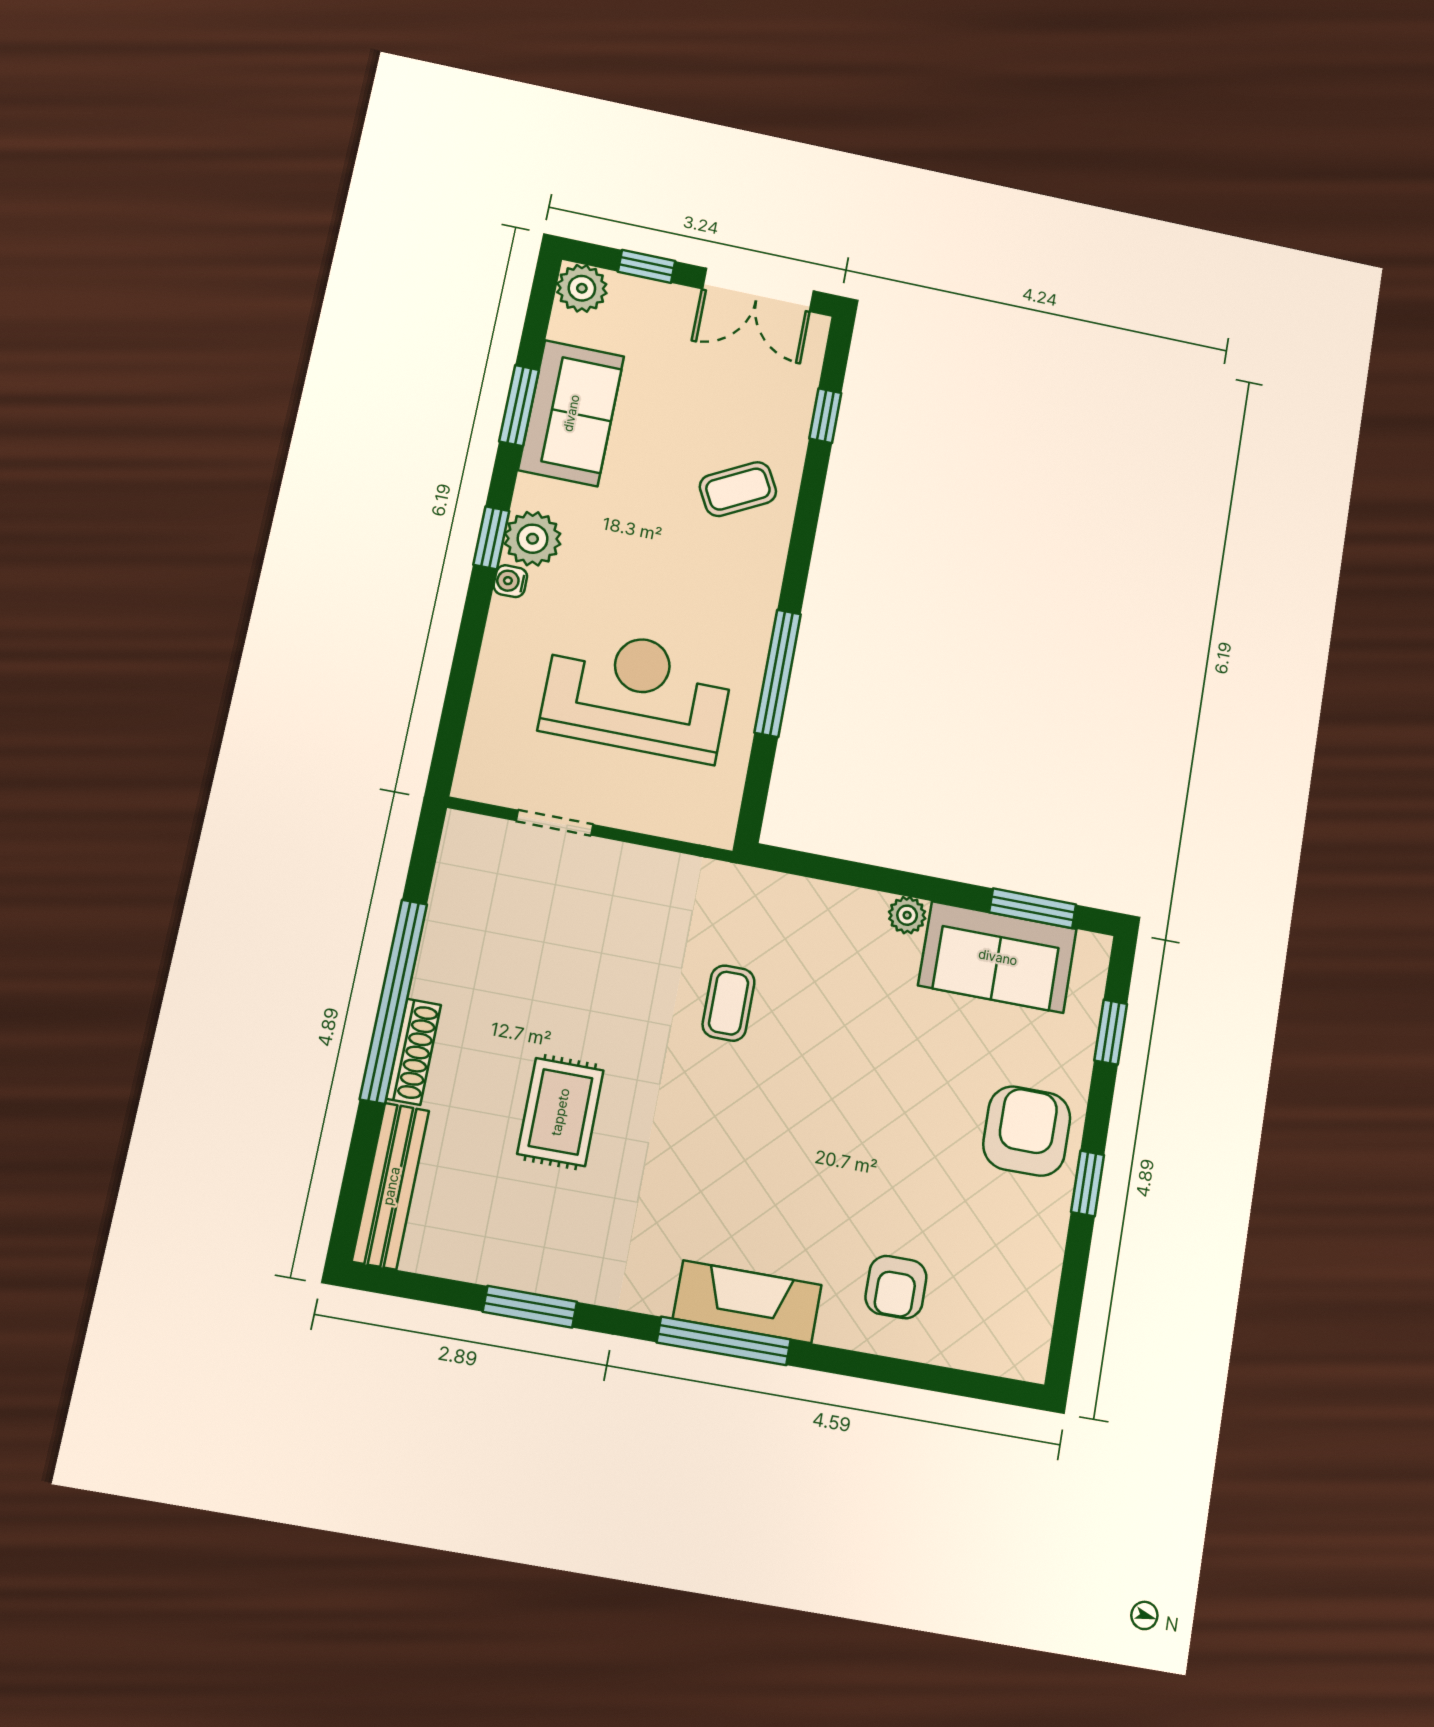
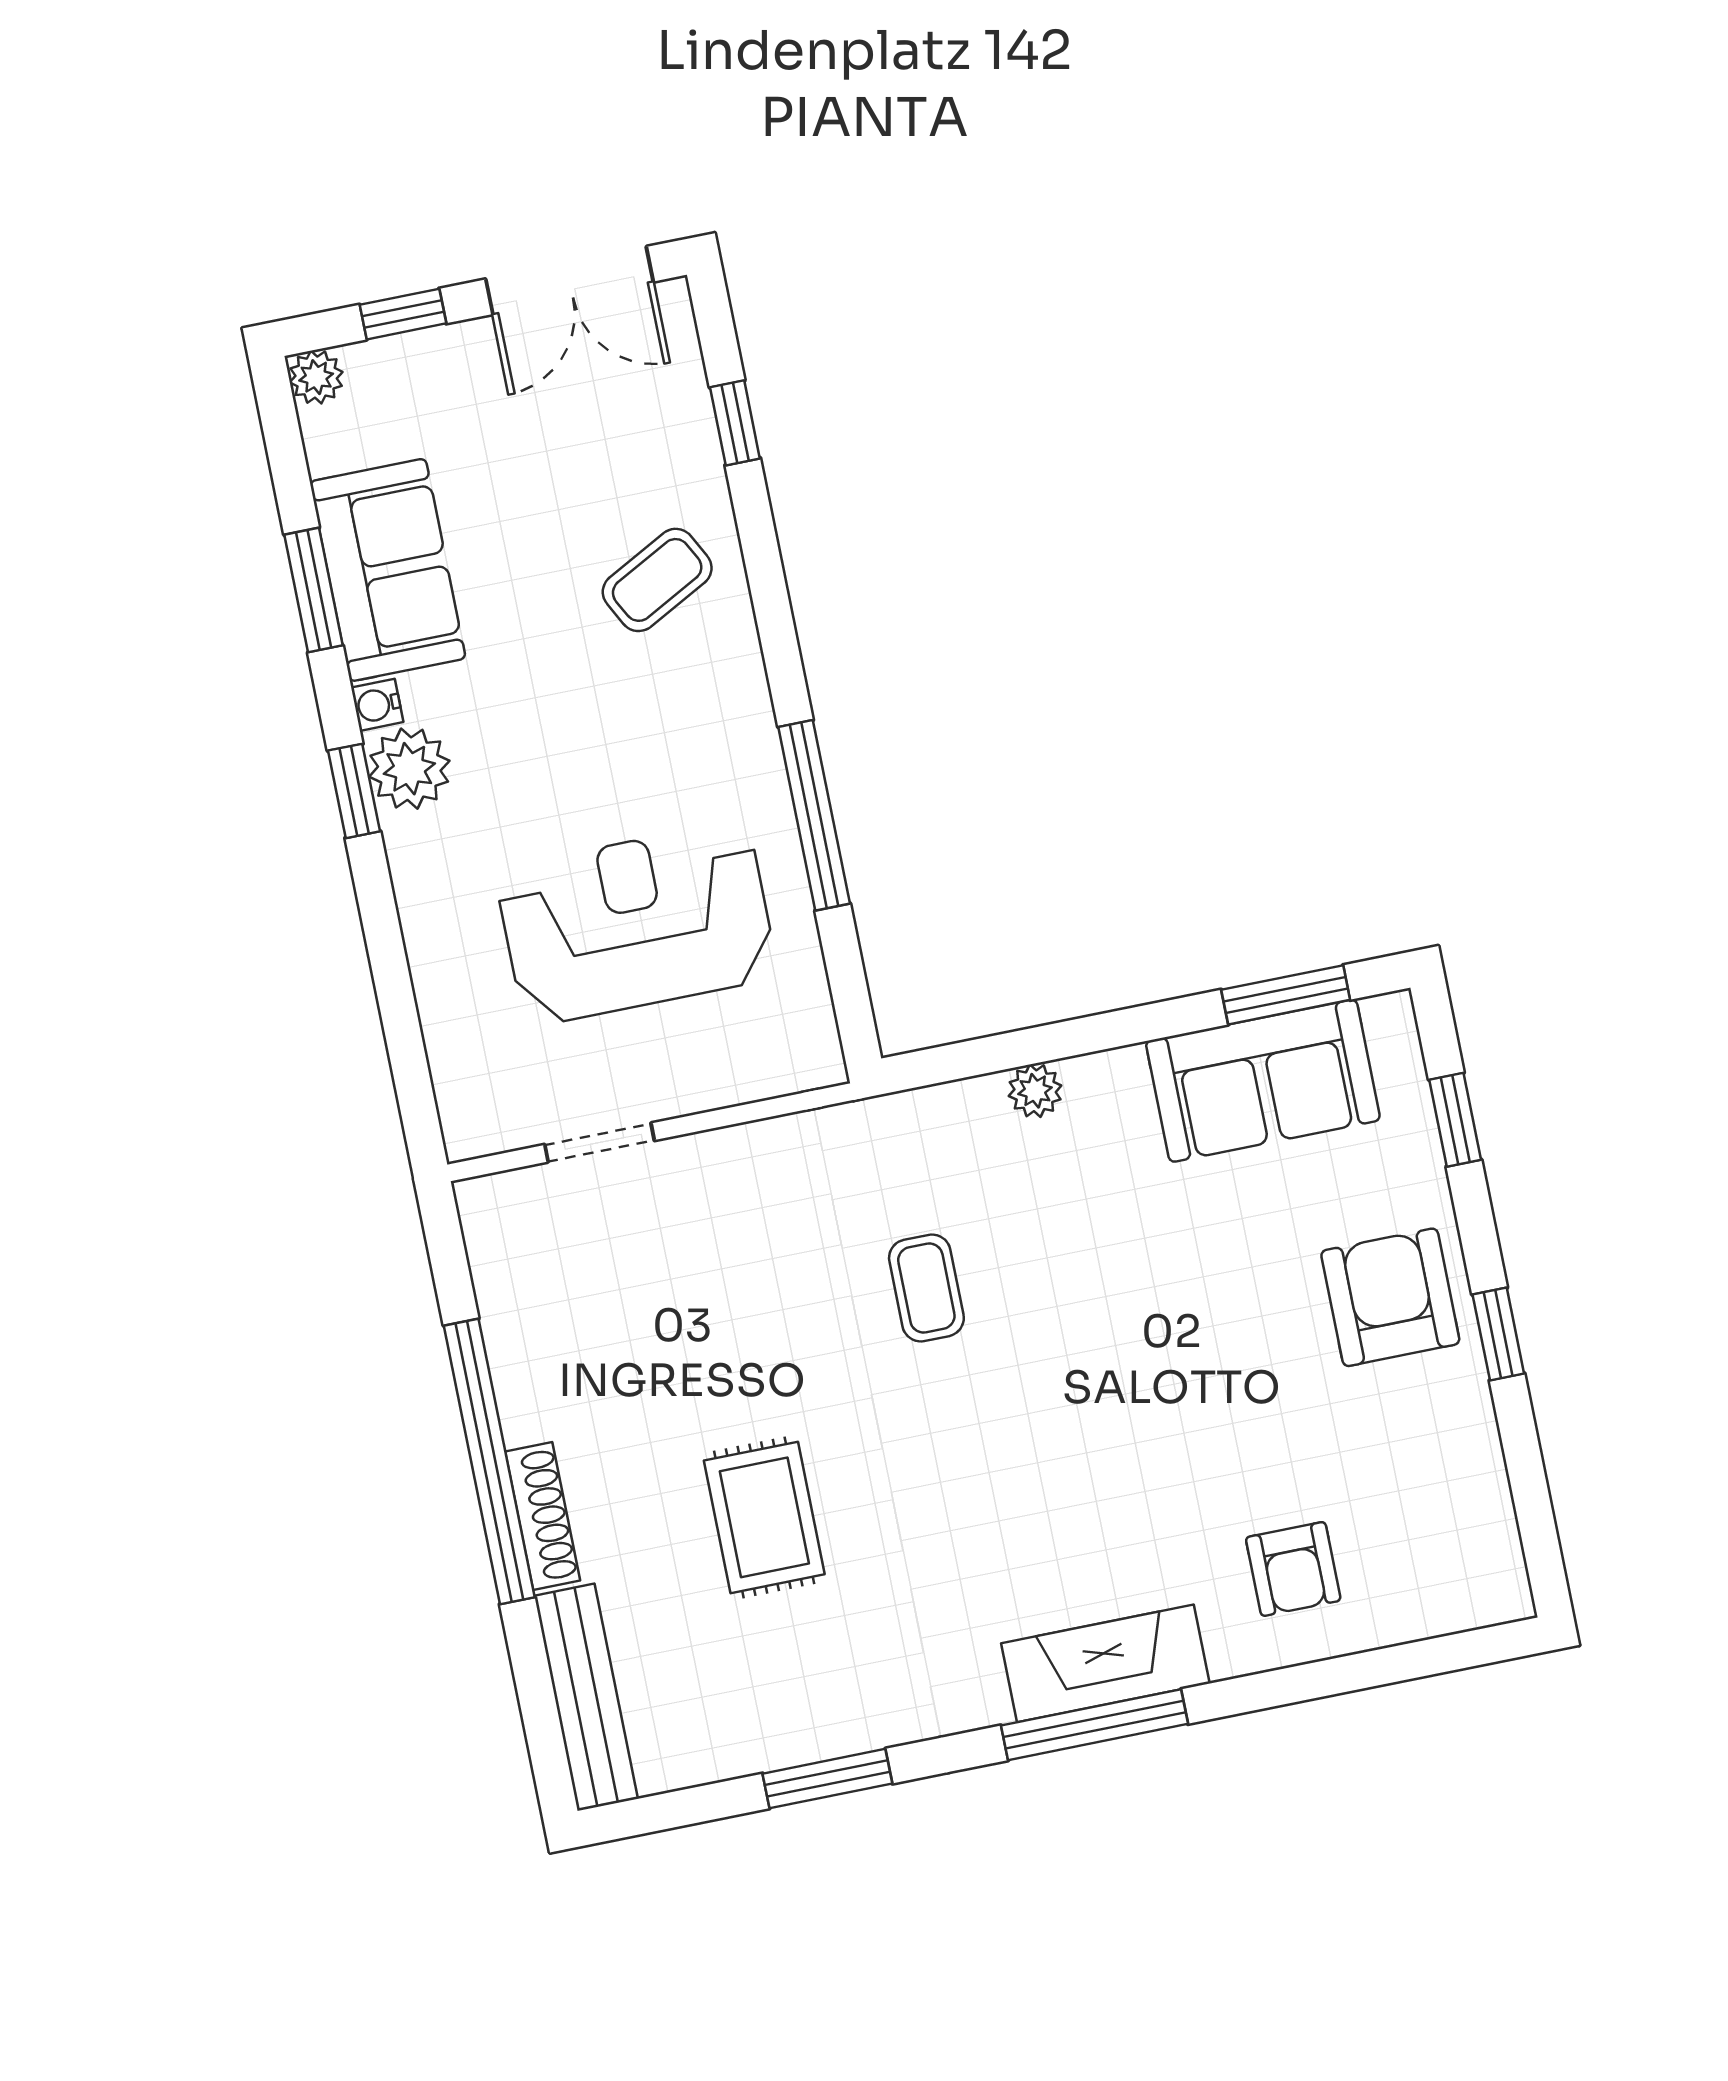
plant: (582, 288) -> (316, 377), width x0.73, depth x0.73
water cooler: (510, 581) -> (377, 705), moved
plant: (907, 915) -> (1035, 1091), moved

